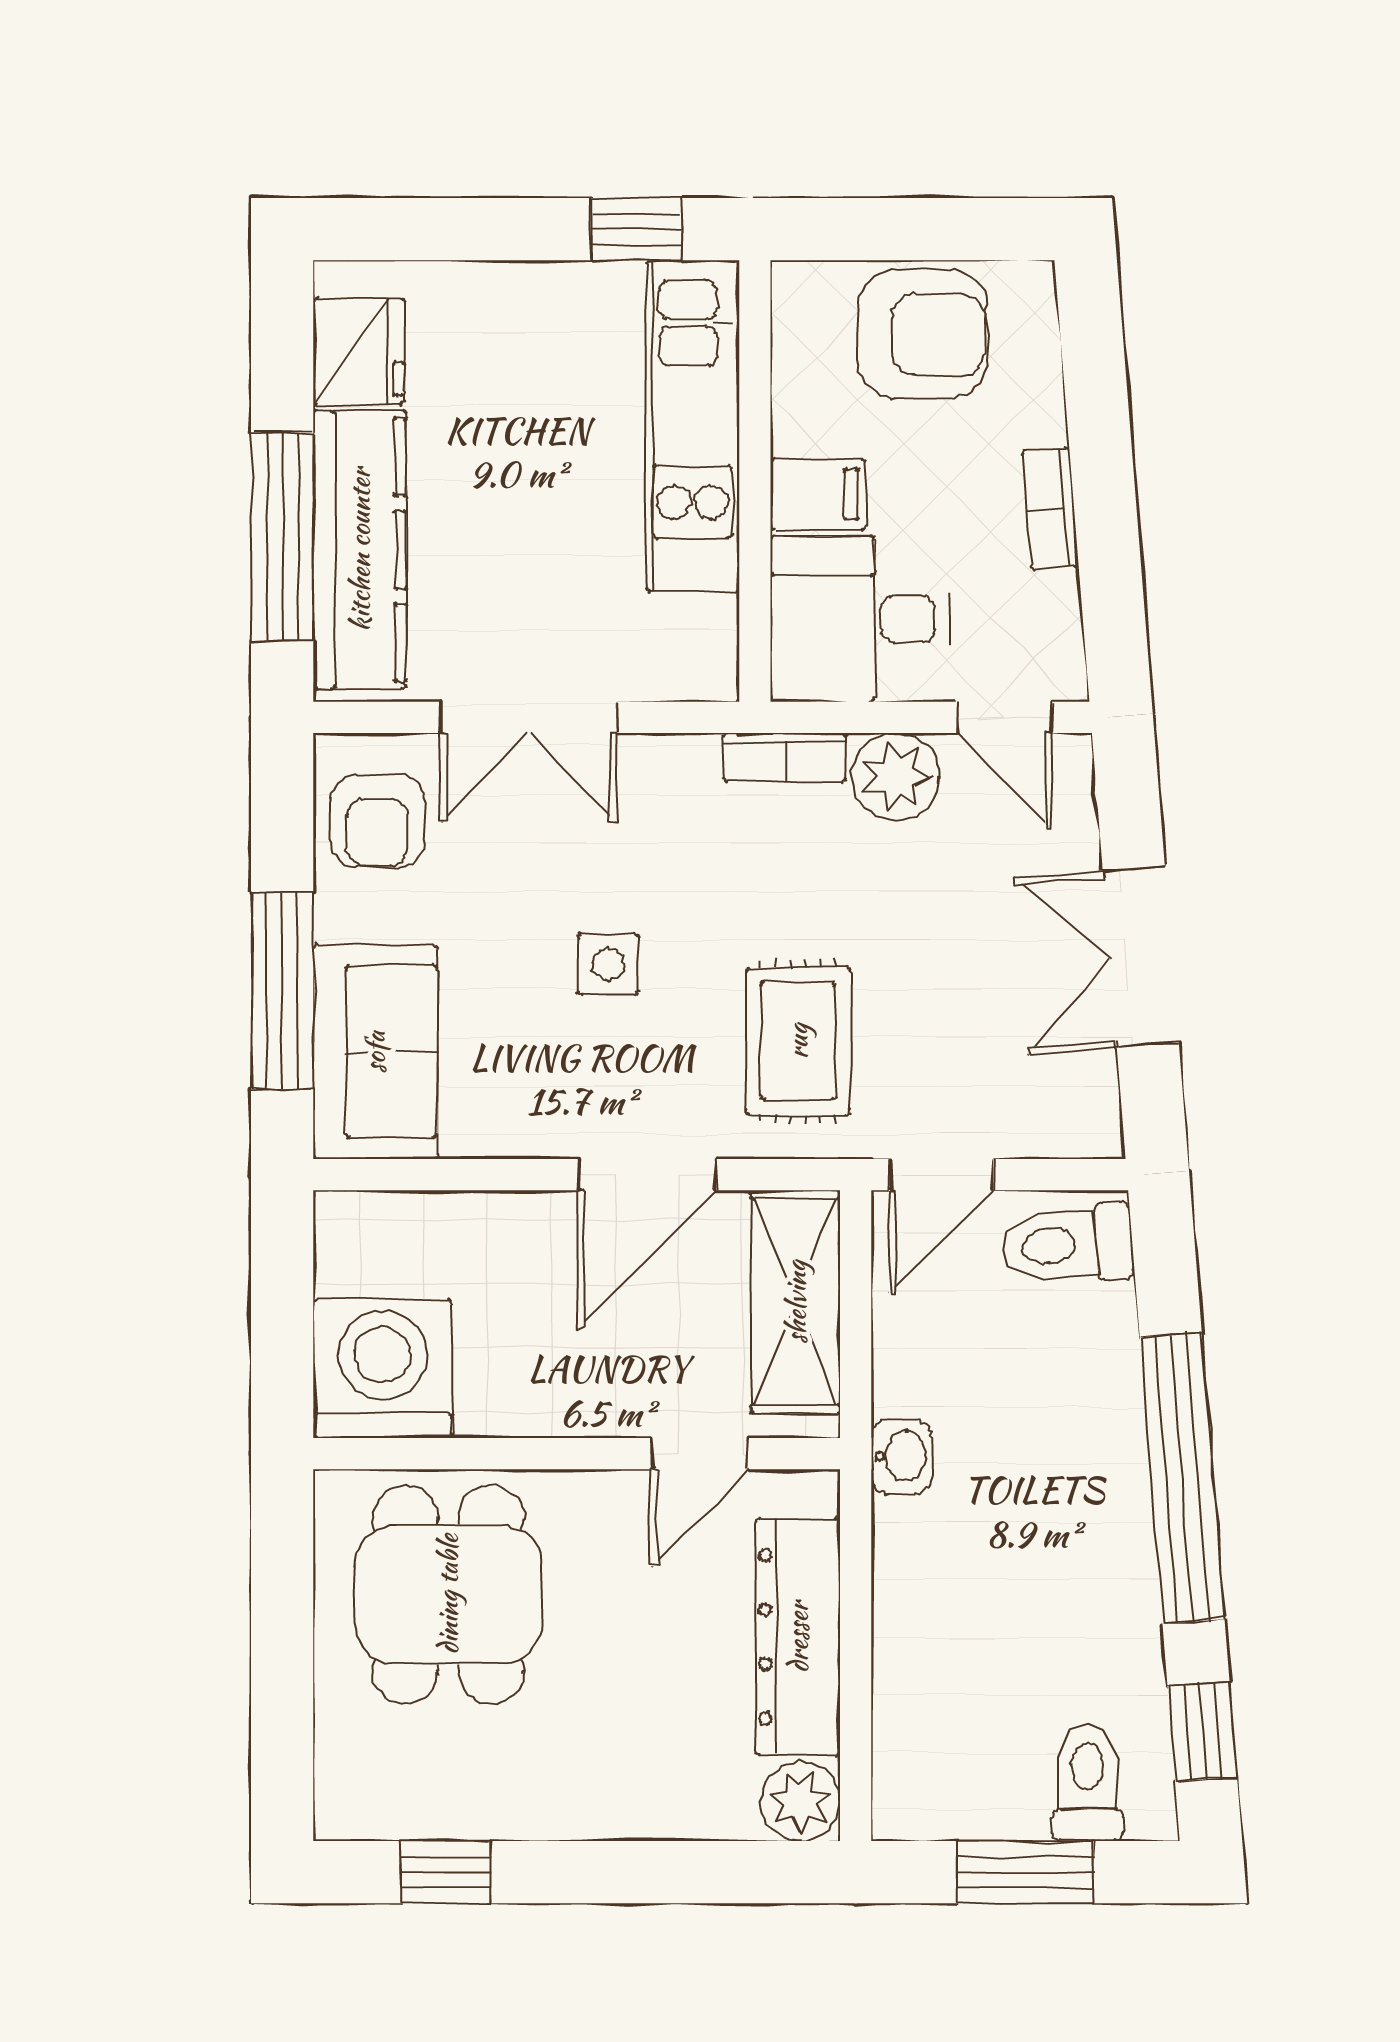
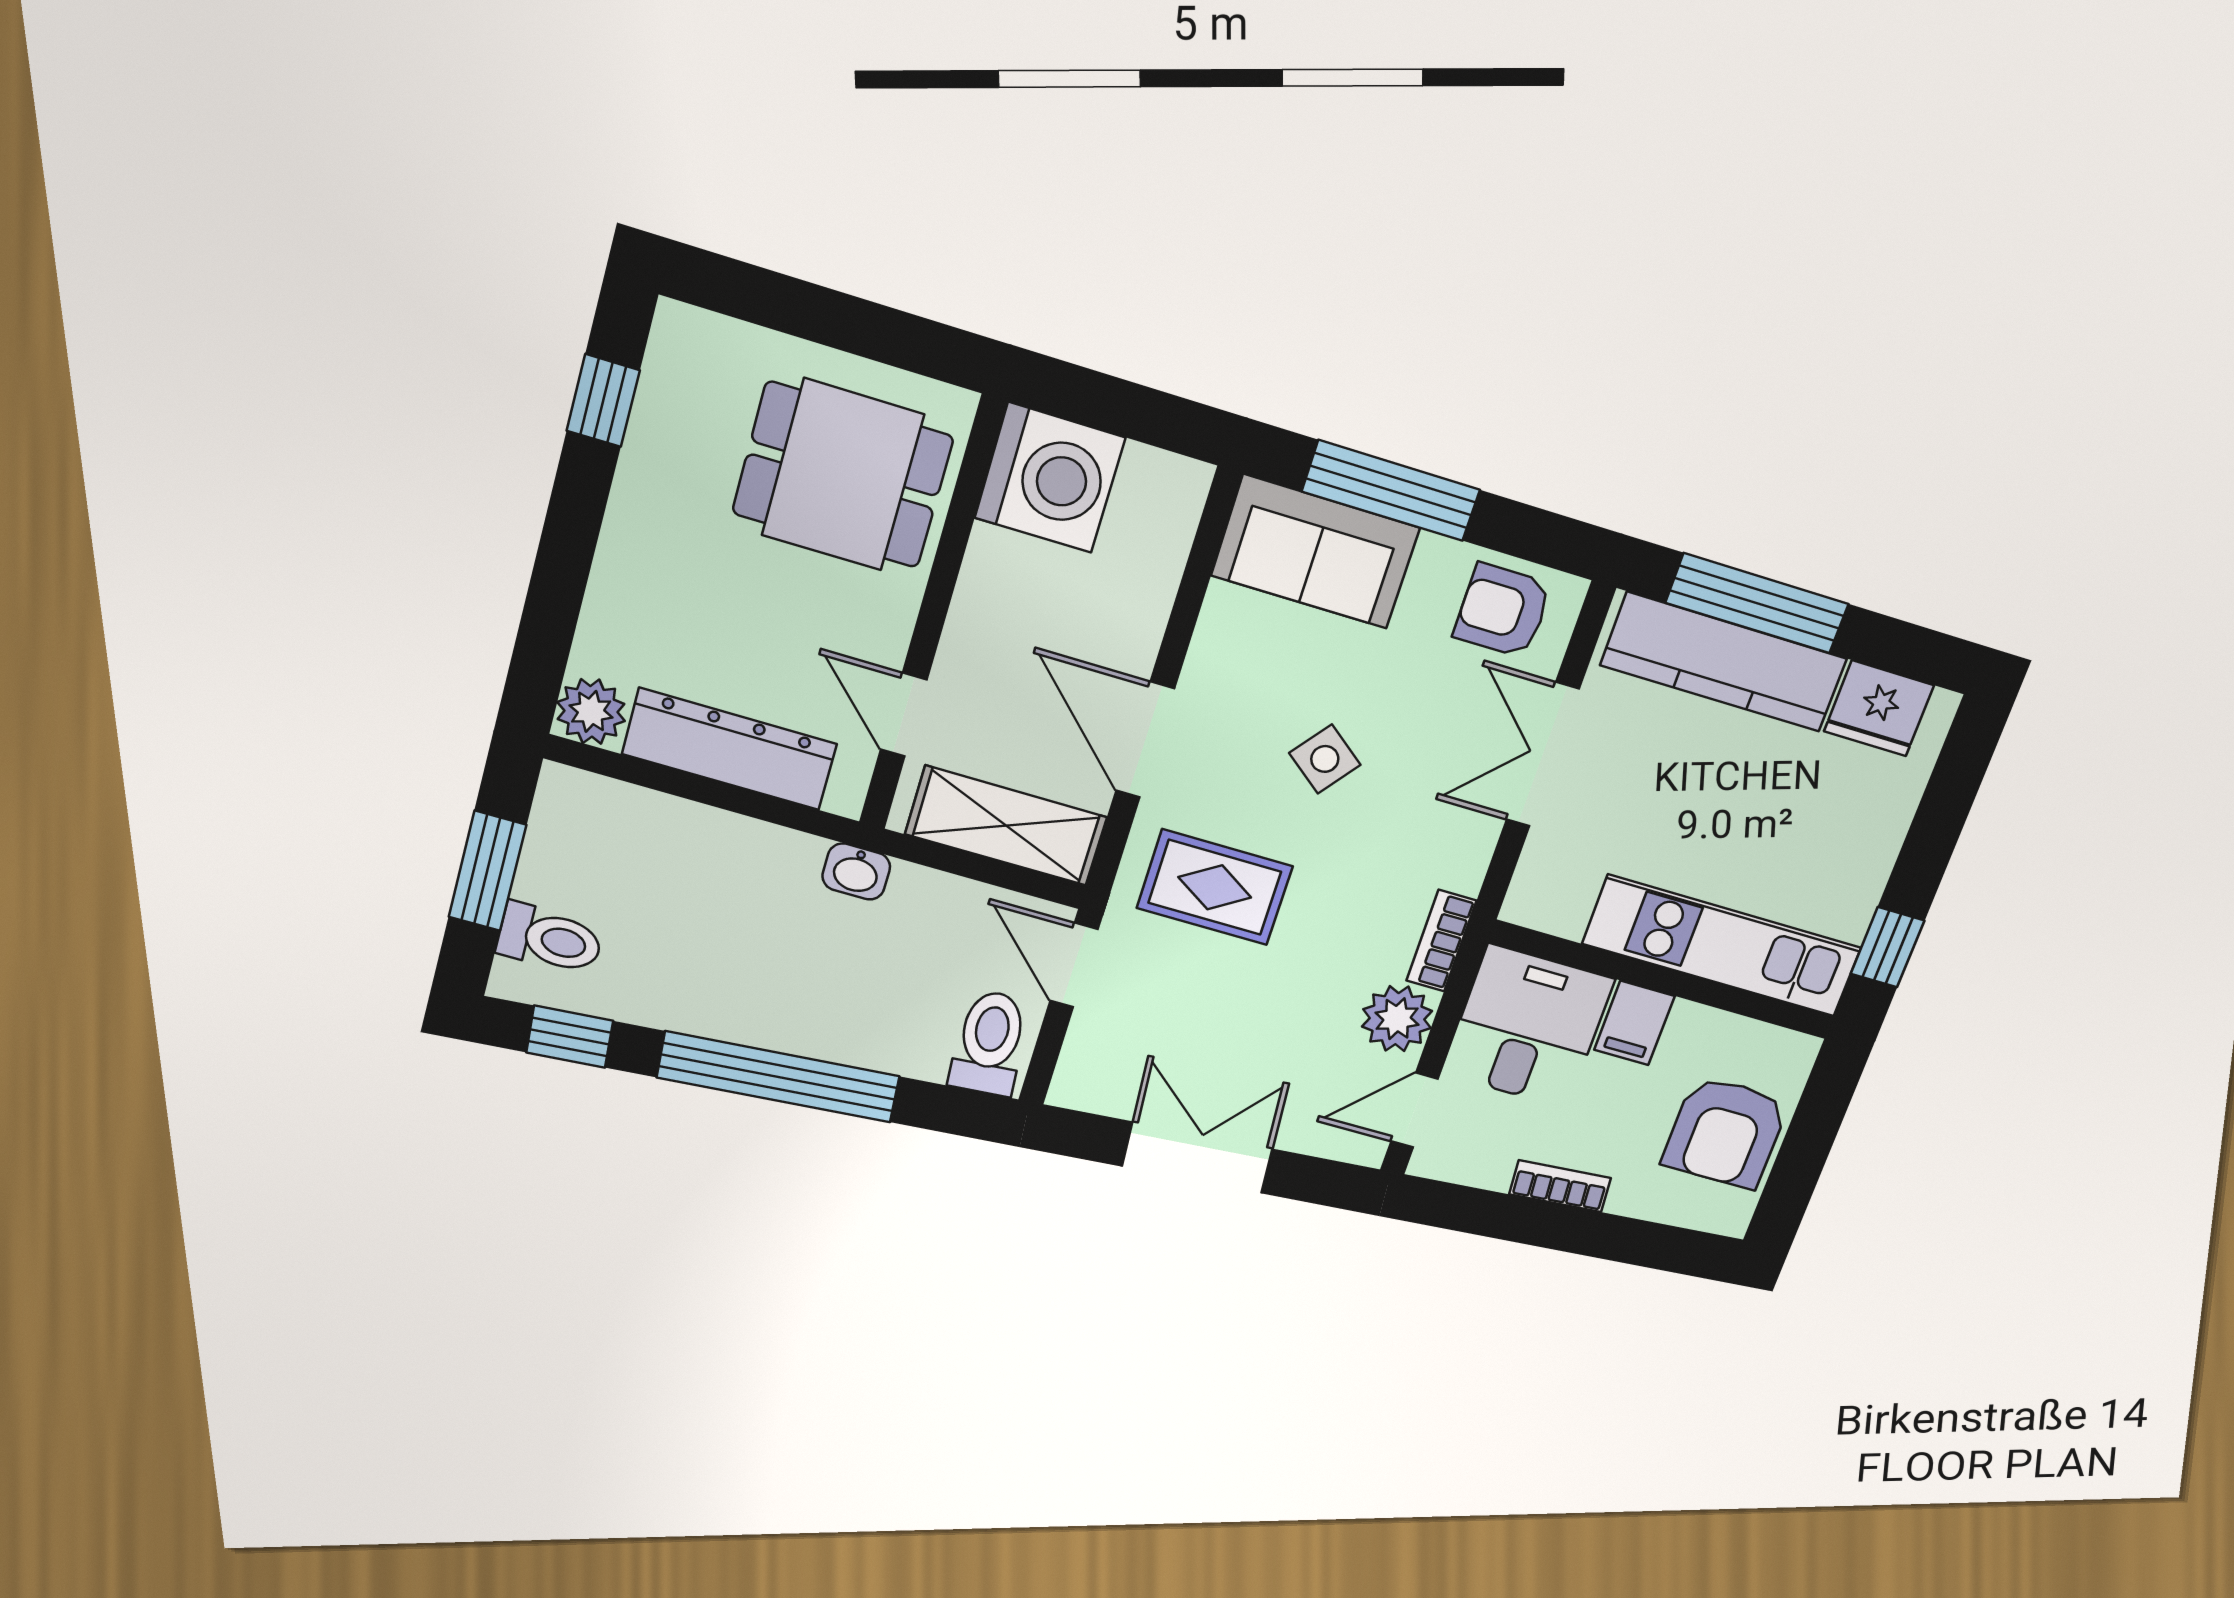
side table: (608, 964) -> (1325, 759), turned 38

